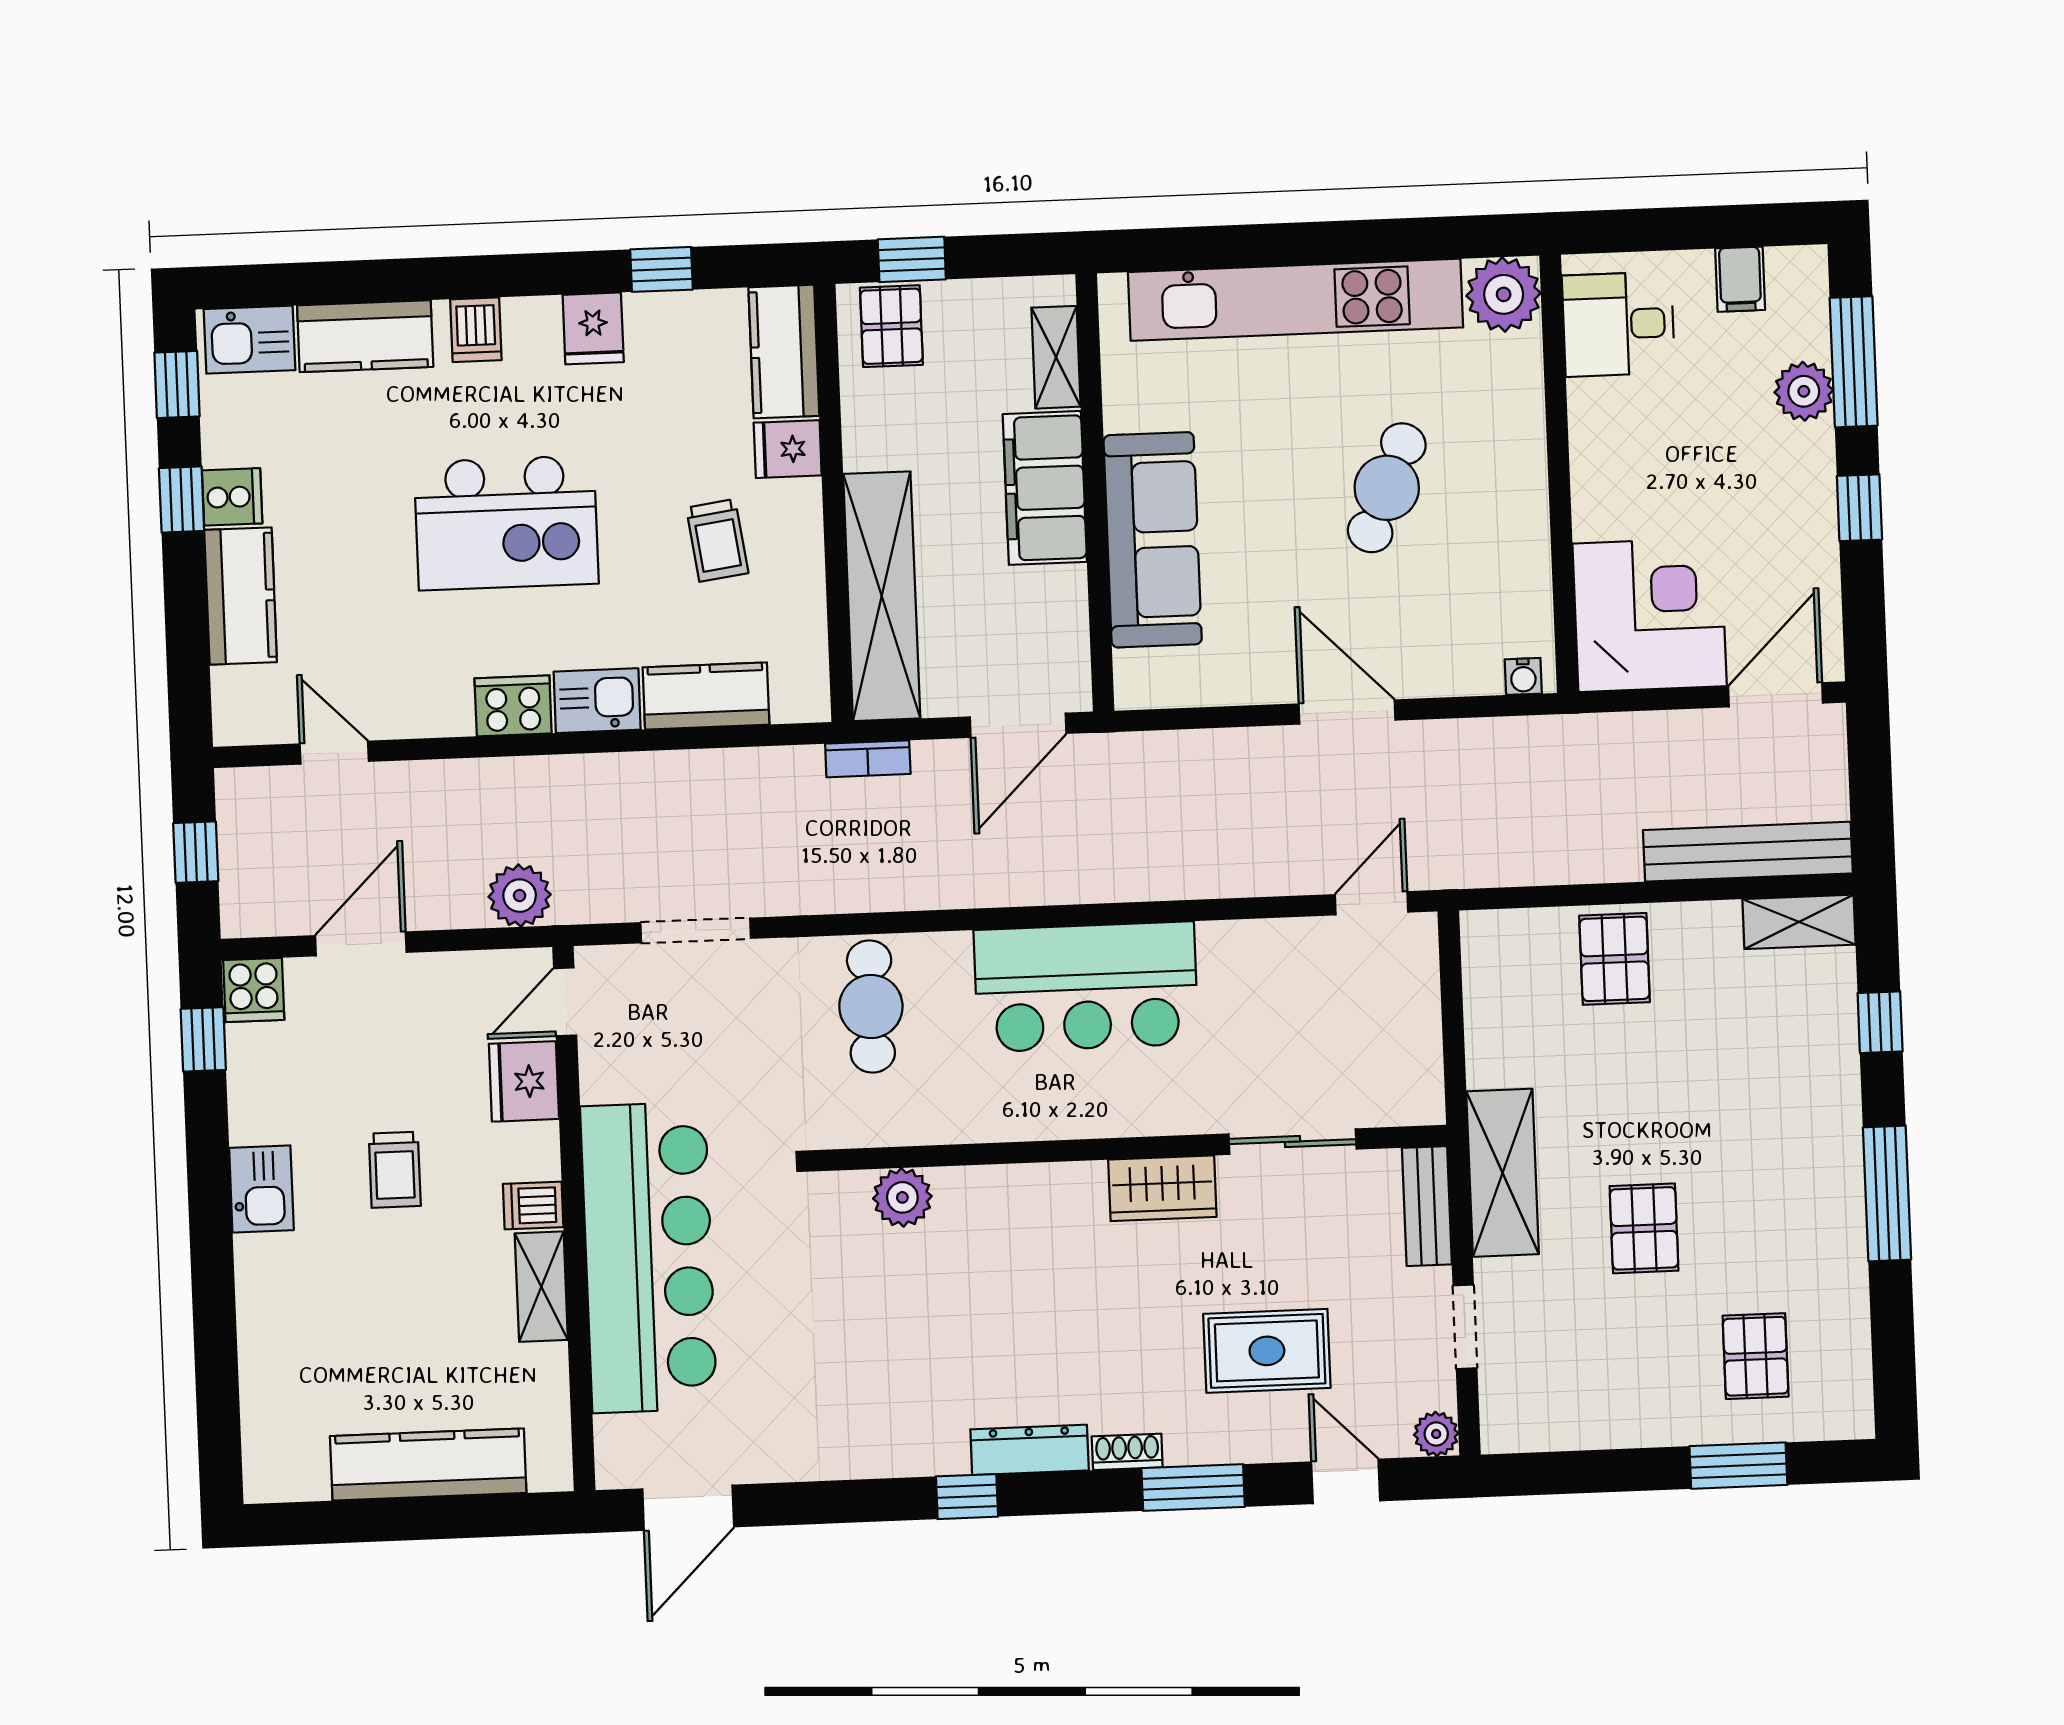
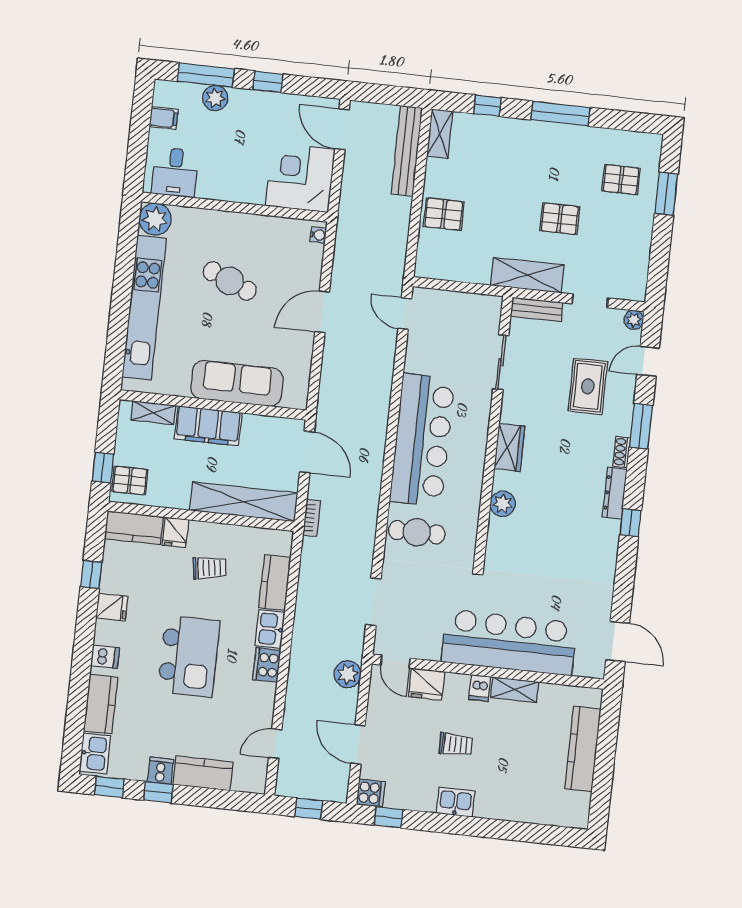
bar counter: (1086, 987) -> (422, 440), width x1.36
wardrobe: (1162, 1188) -> (509, 447), moved
plant: (902, 1197) -> (503, 504), moved

